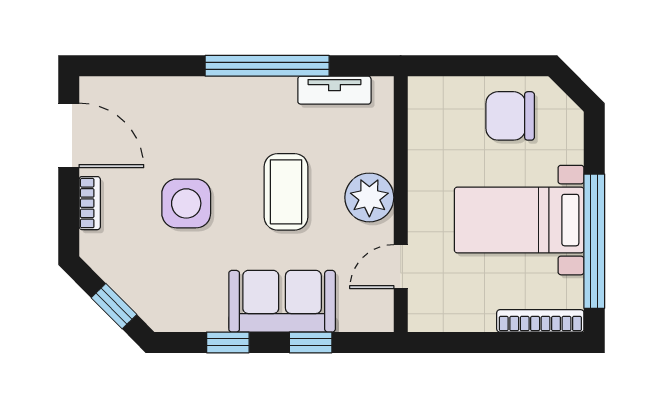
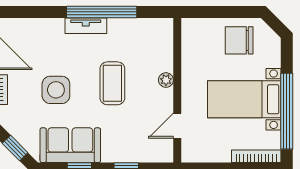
tv unit: (334, 90) -> (86, 26), moved
plant: (369, 197) -> (166, 80), width x0.53, depth x0.53
sofa: (282, 301) -> (70, 145), moved

